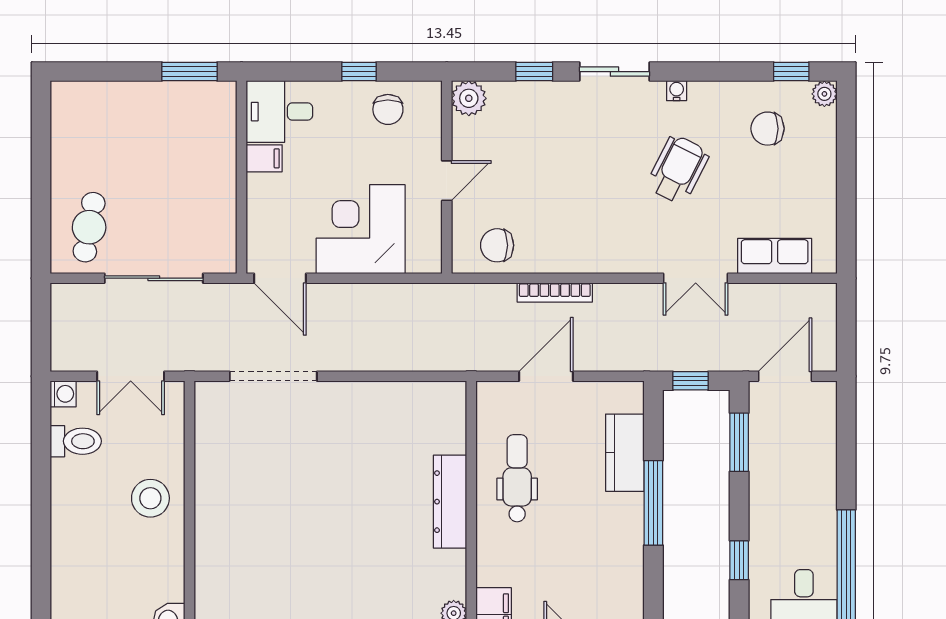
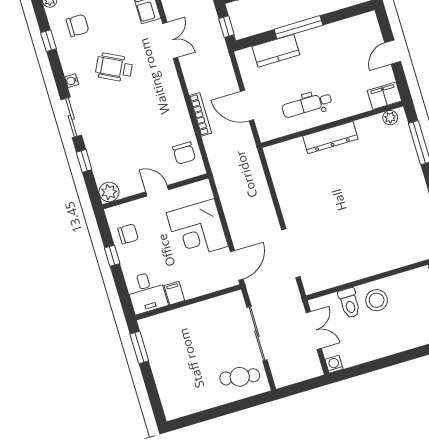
window: (791, 72) -> (48, 41), moved
chair: (768, 129) -> (78, 25), turned -90
toilet: (76, 441) -> (349, 303), moved, turned 180

